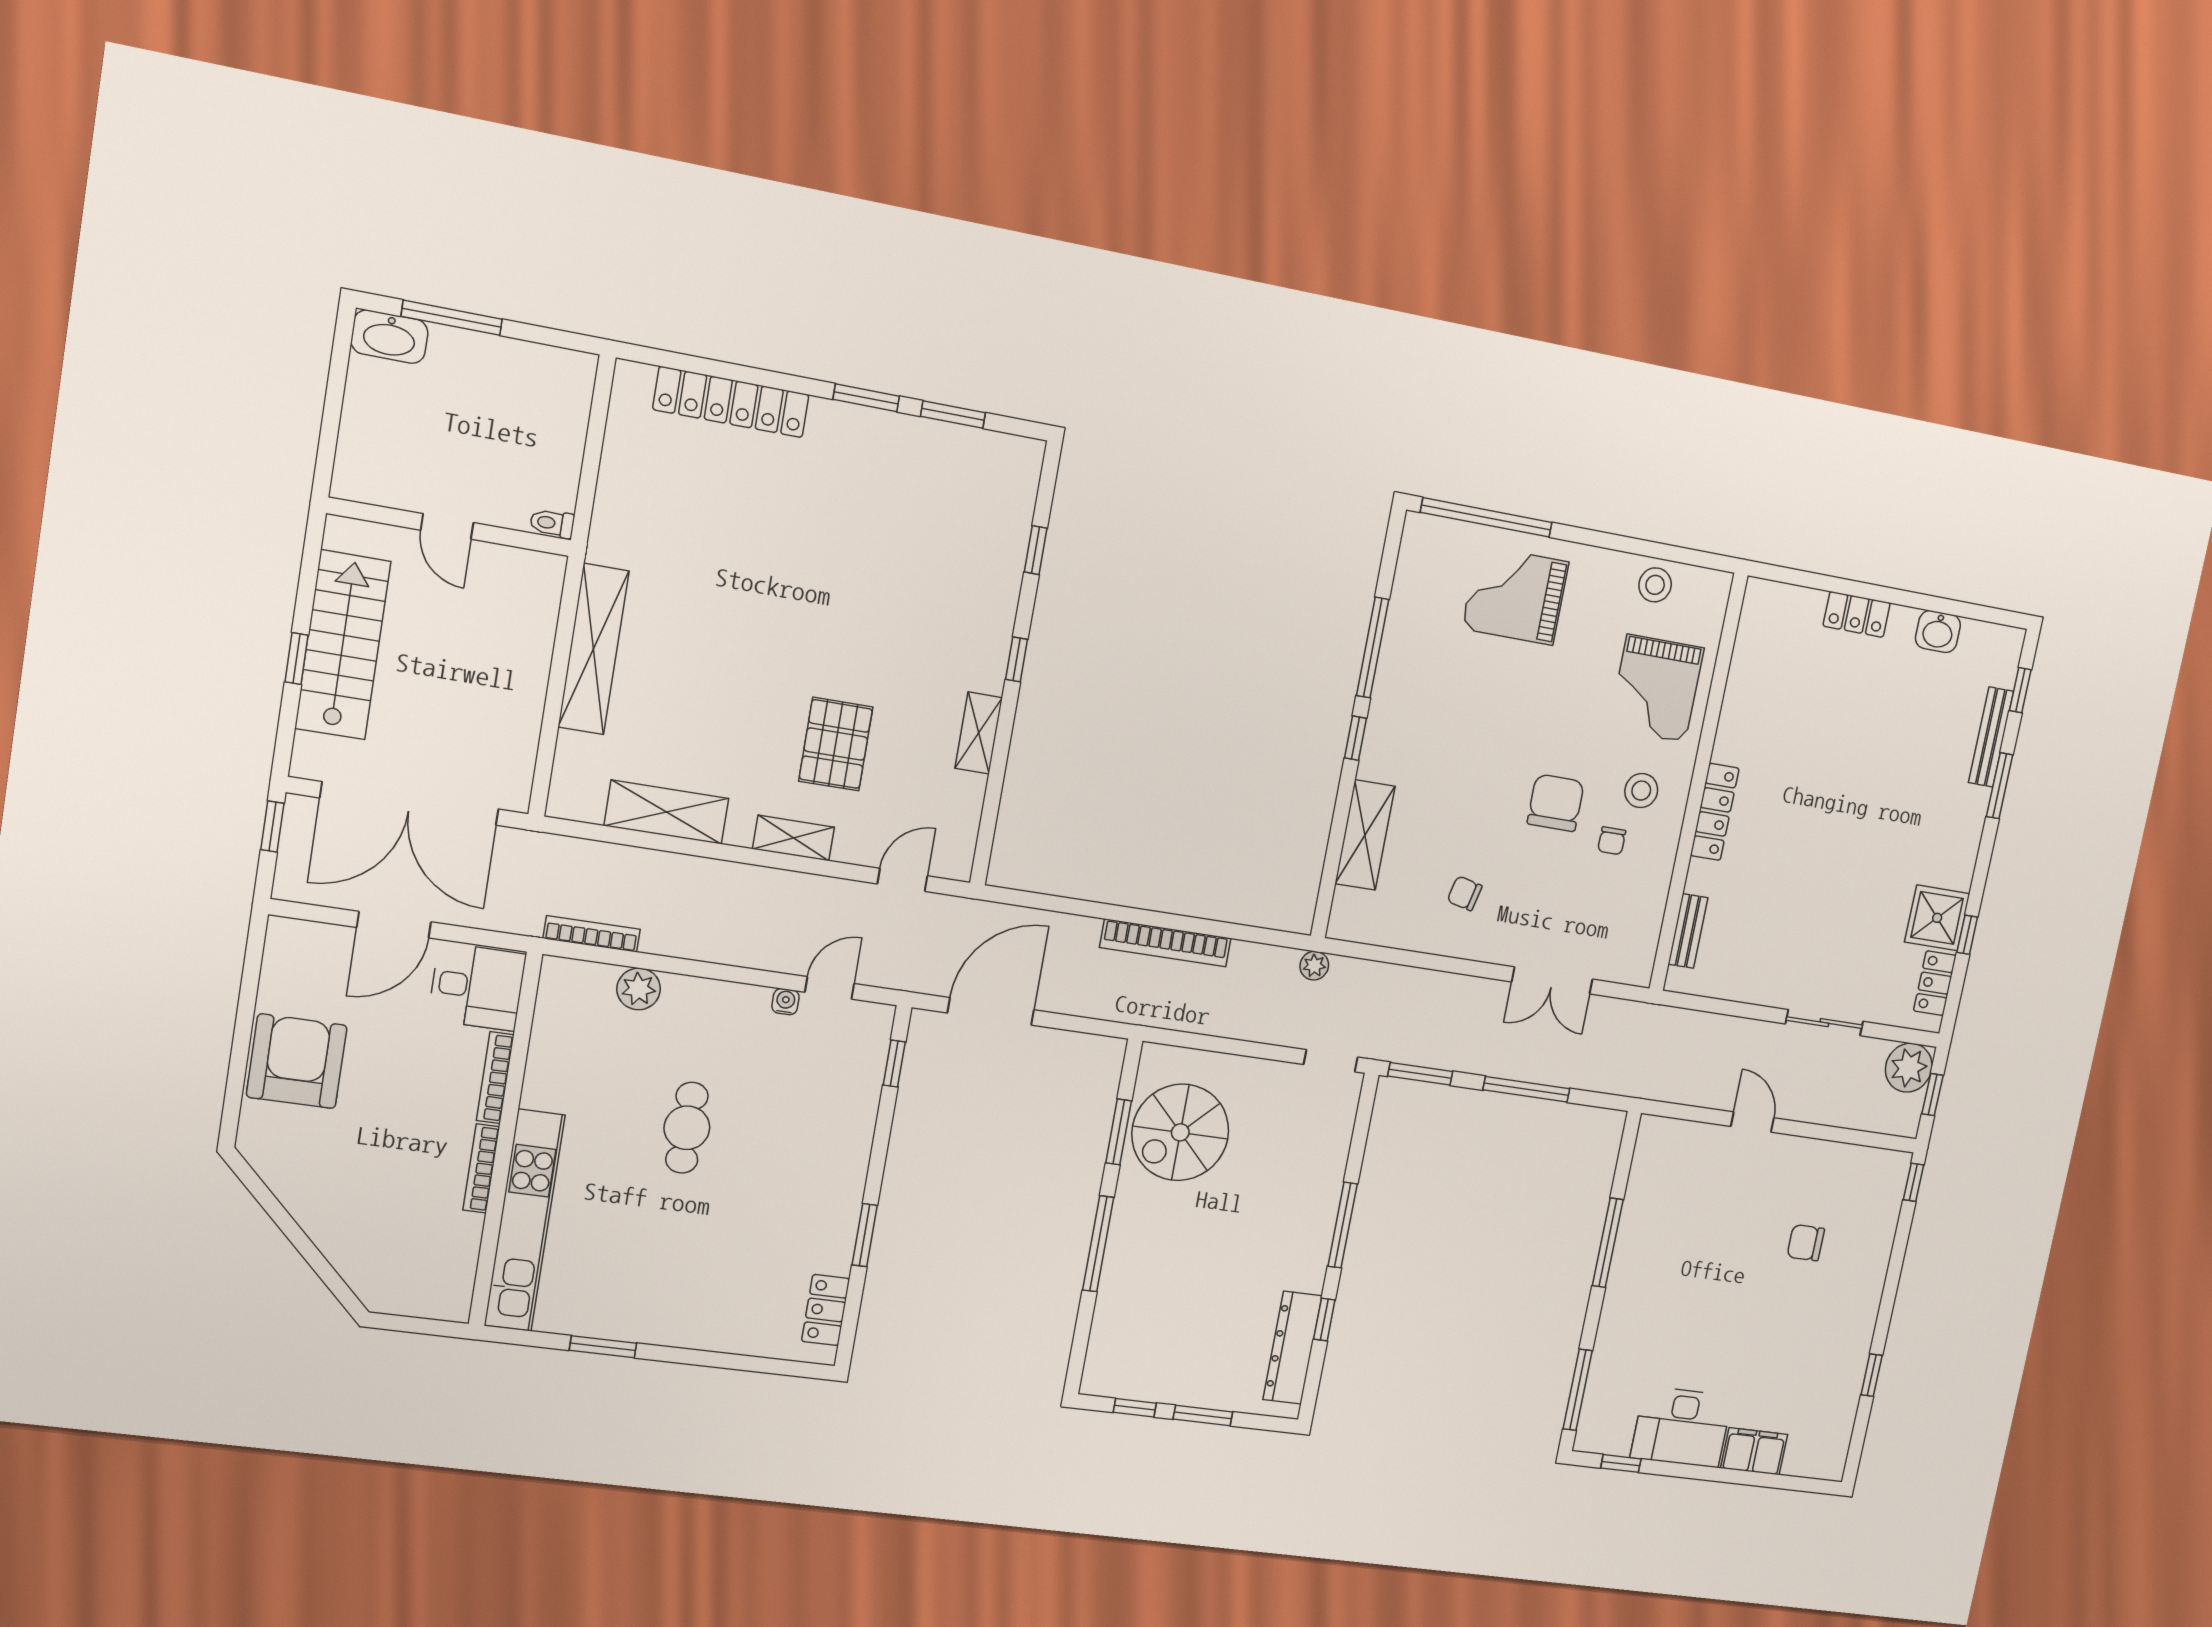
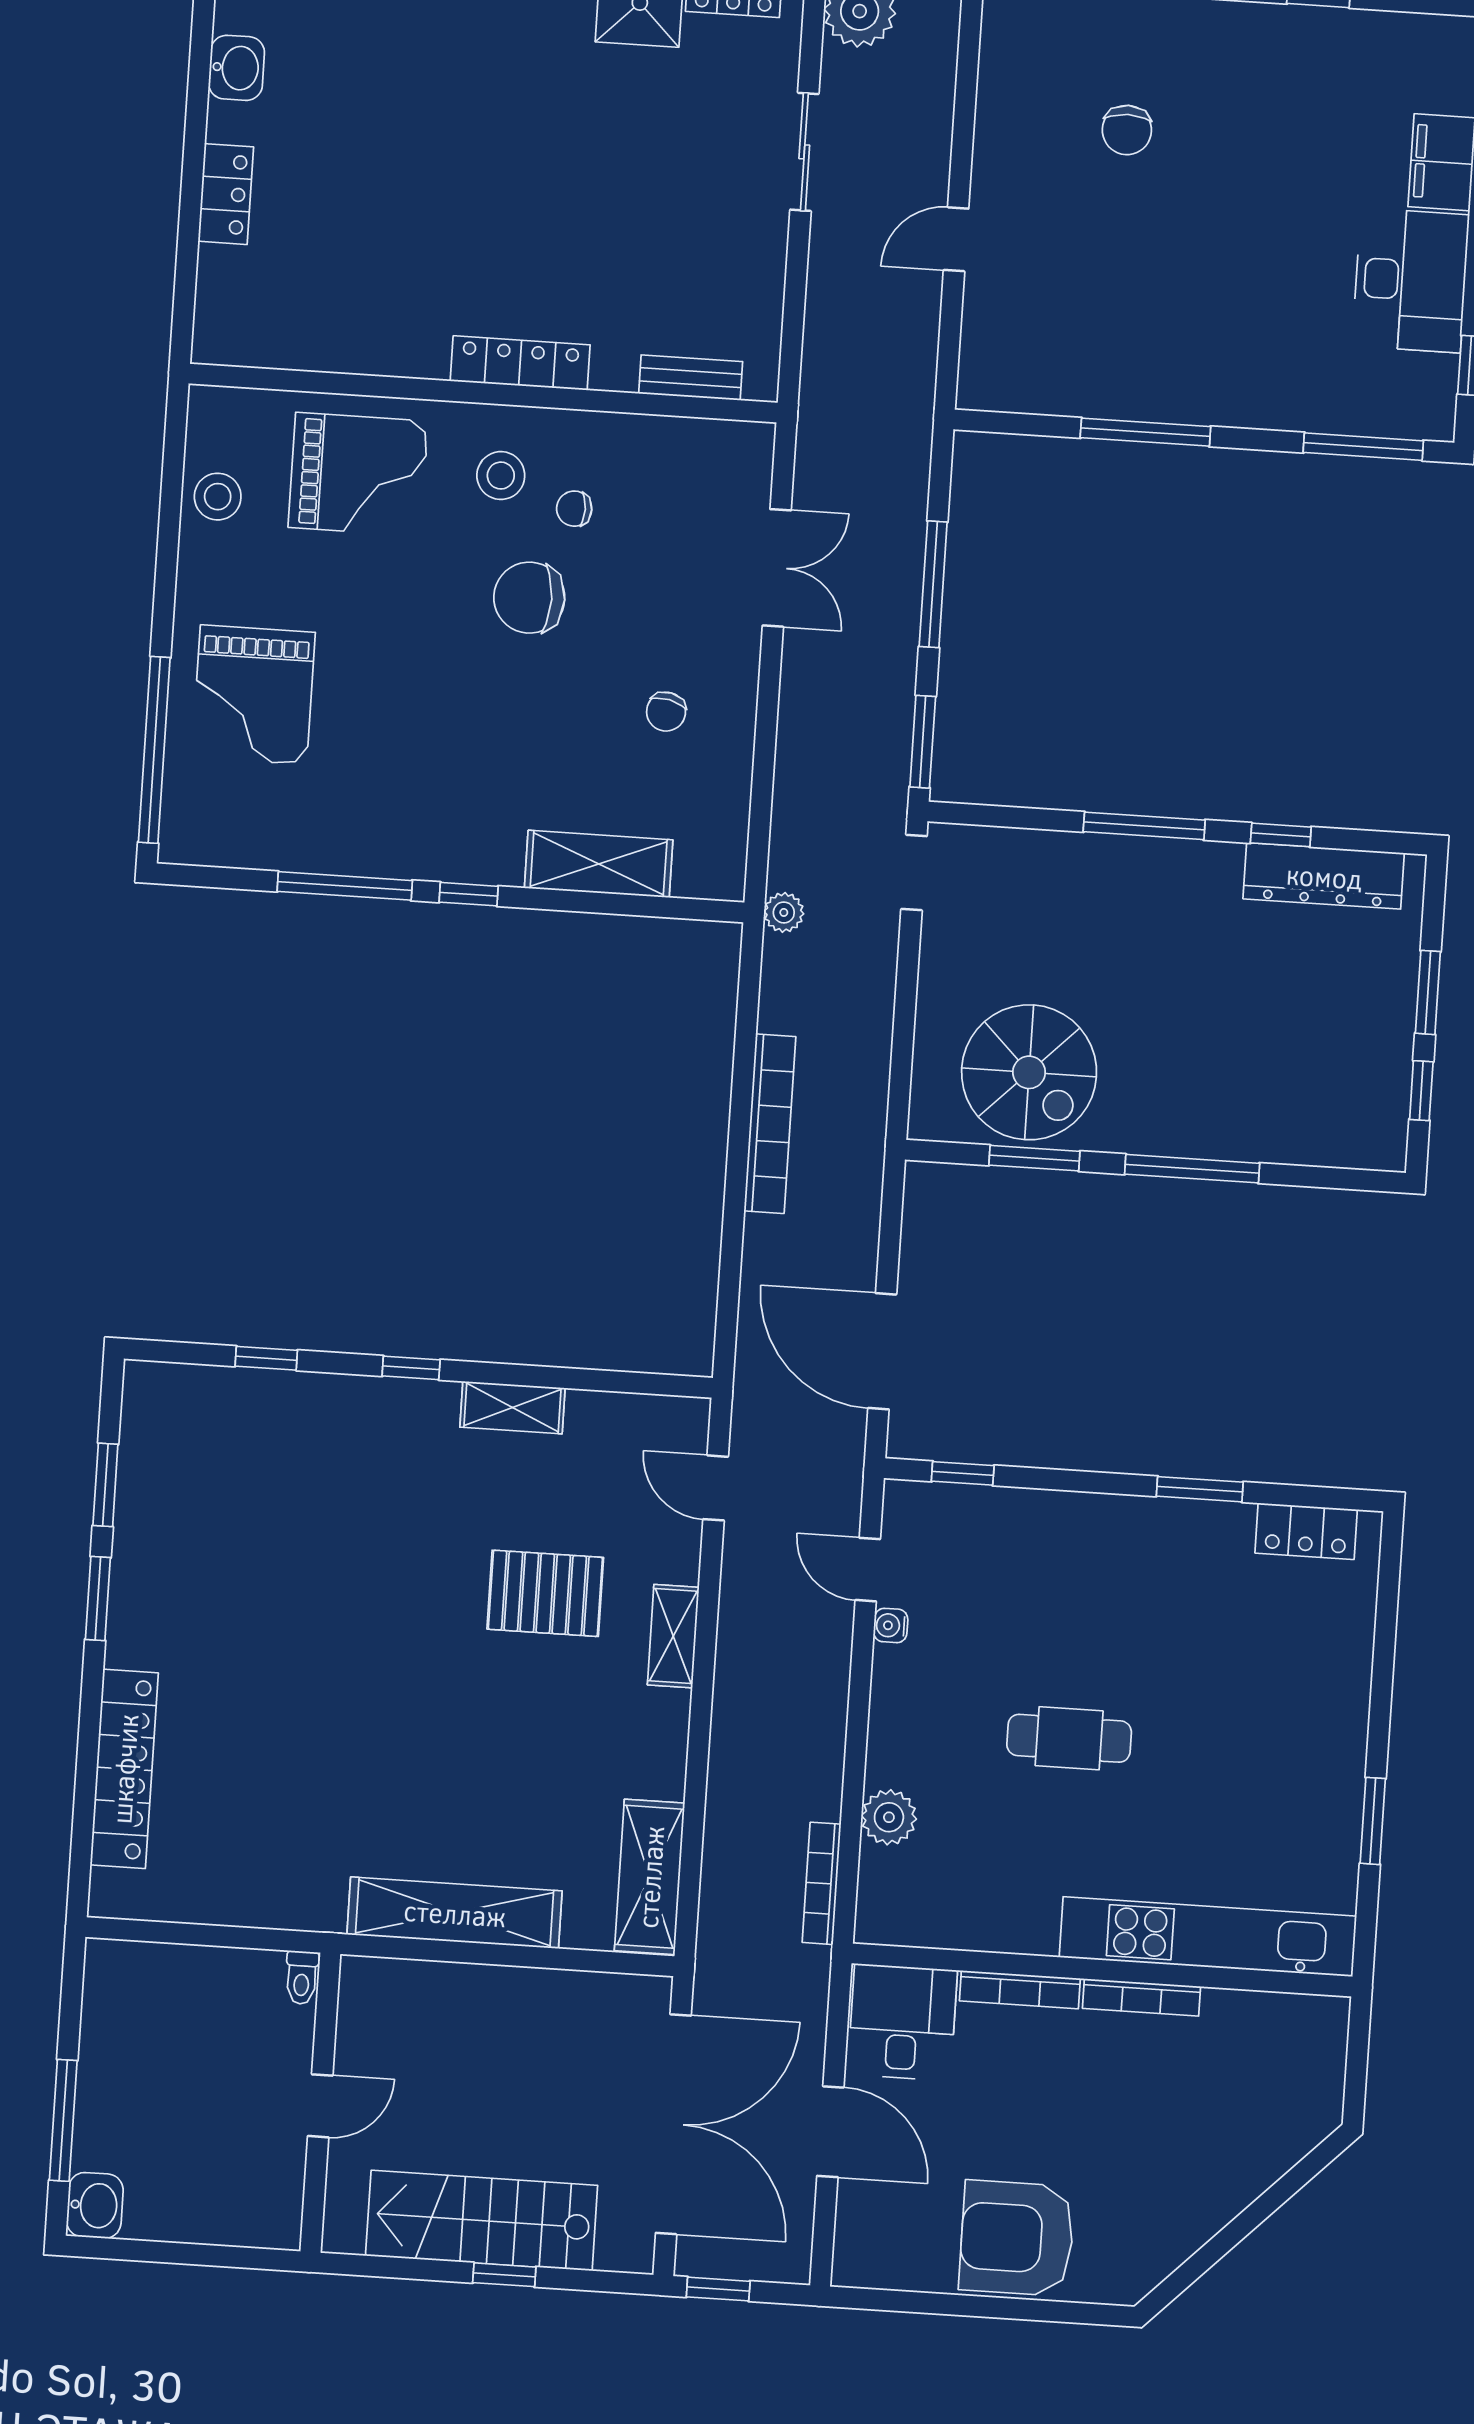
washbasin: (389, 337) -> (95, 2205), width x0.72
shelving: (666, 812) -> (650, 1877), moved
chair: (1612, 841) -> (574, 509), turned 180

